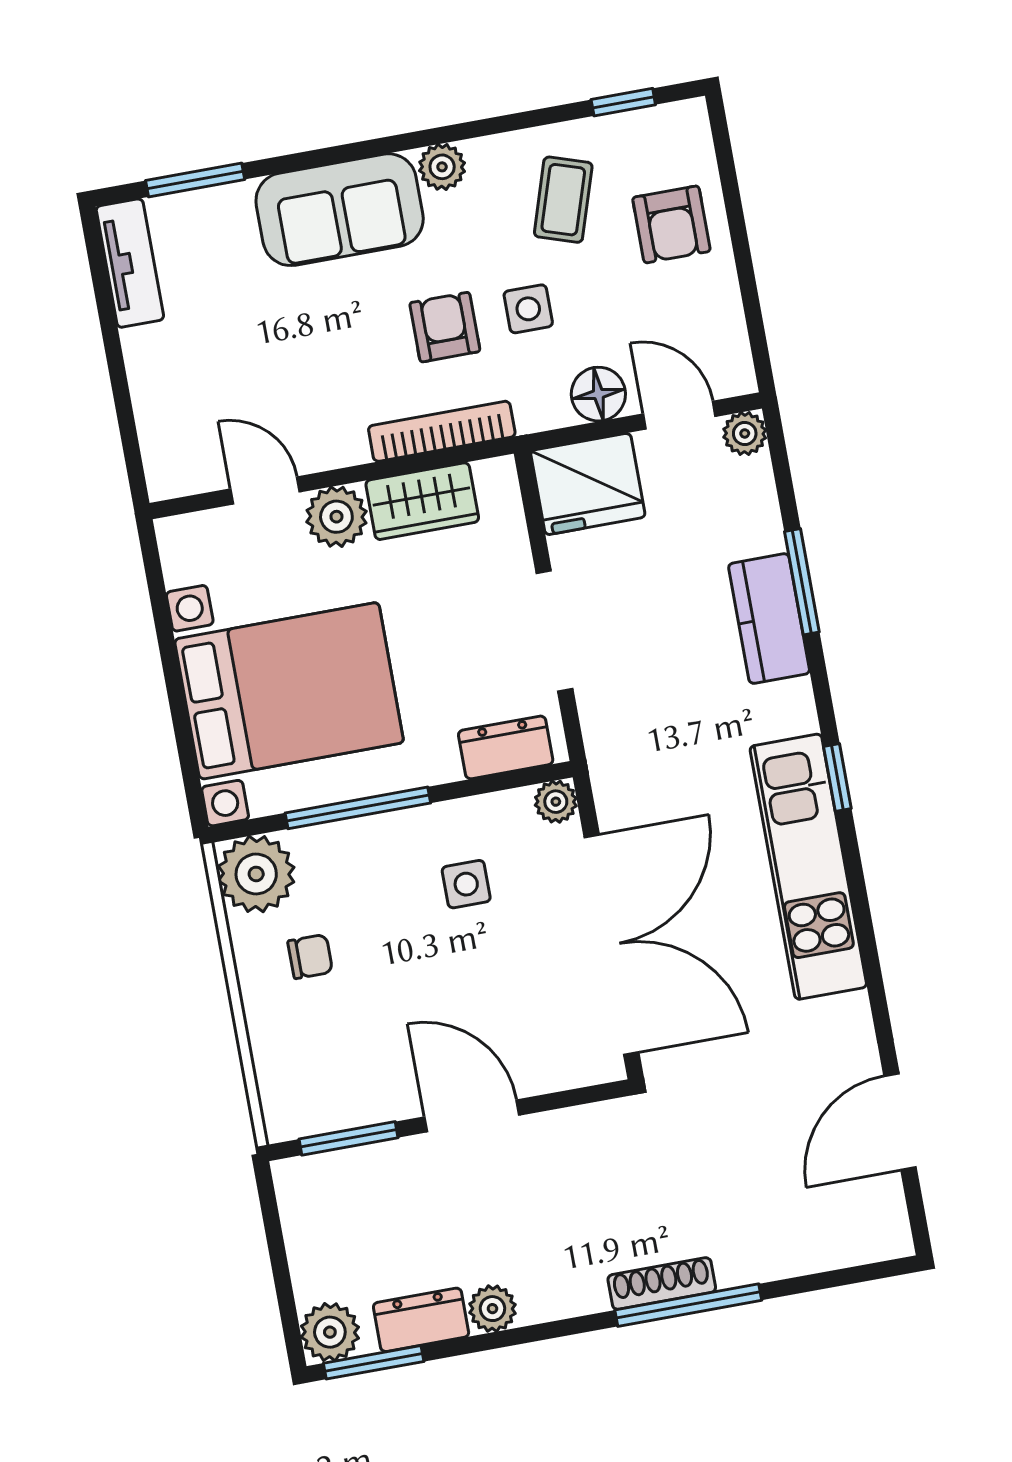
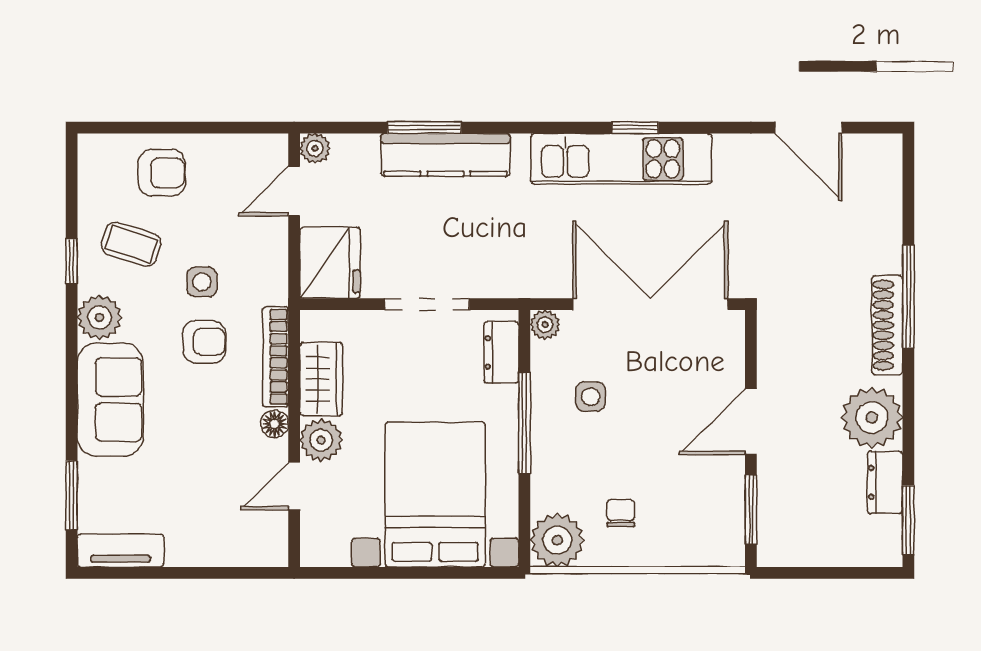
window: (623, 102) -> (72, 261), moved
plant: (442, 167) -> (99, 317), width x1.38, depth x1.38
armchair: (445, 327) -> (204, 342), turned 180
floor lamp: (598, 394) -> (275, 424), moved, width x0.73, depth x0.73
kitchen counter: (769, 619) -> (445, 155), width x1.50
window: (837, 778) -> (635, 128), moved
window: (358, 808) -> (524, 423), moved
shoe rack: (662, 1284) -> (887, 325), width x1.36, depth x1.24
plant: (492, 1309) -> (872, 417), width x1.87, depth x1.87
plant: (330, 1332) -> (882, 547), removed

